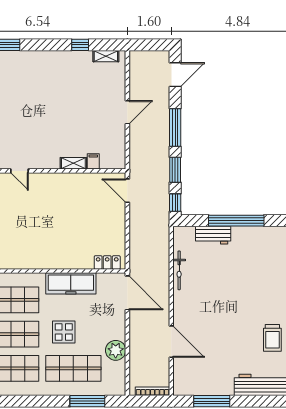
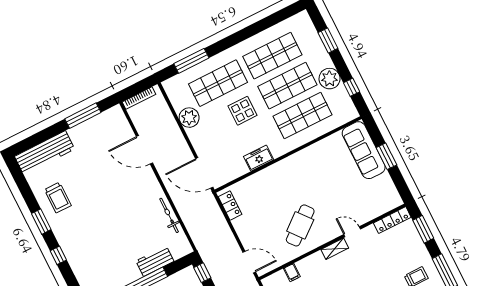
shelving: (73, 163) -> (335, 249), moved
cafe table: (64, 201) -> (300, 225), added
locker: (107, 263) -> (230, 206), moved, turned -90
freezer: (71, 283) -> (259, 158), width x0.52, depth x0.79
trolley: (272, 338) -> (58, 198), turned 180

